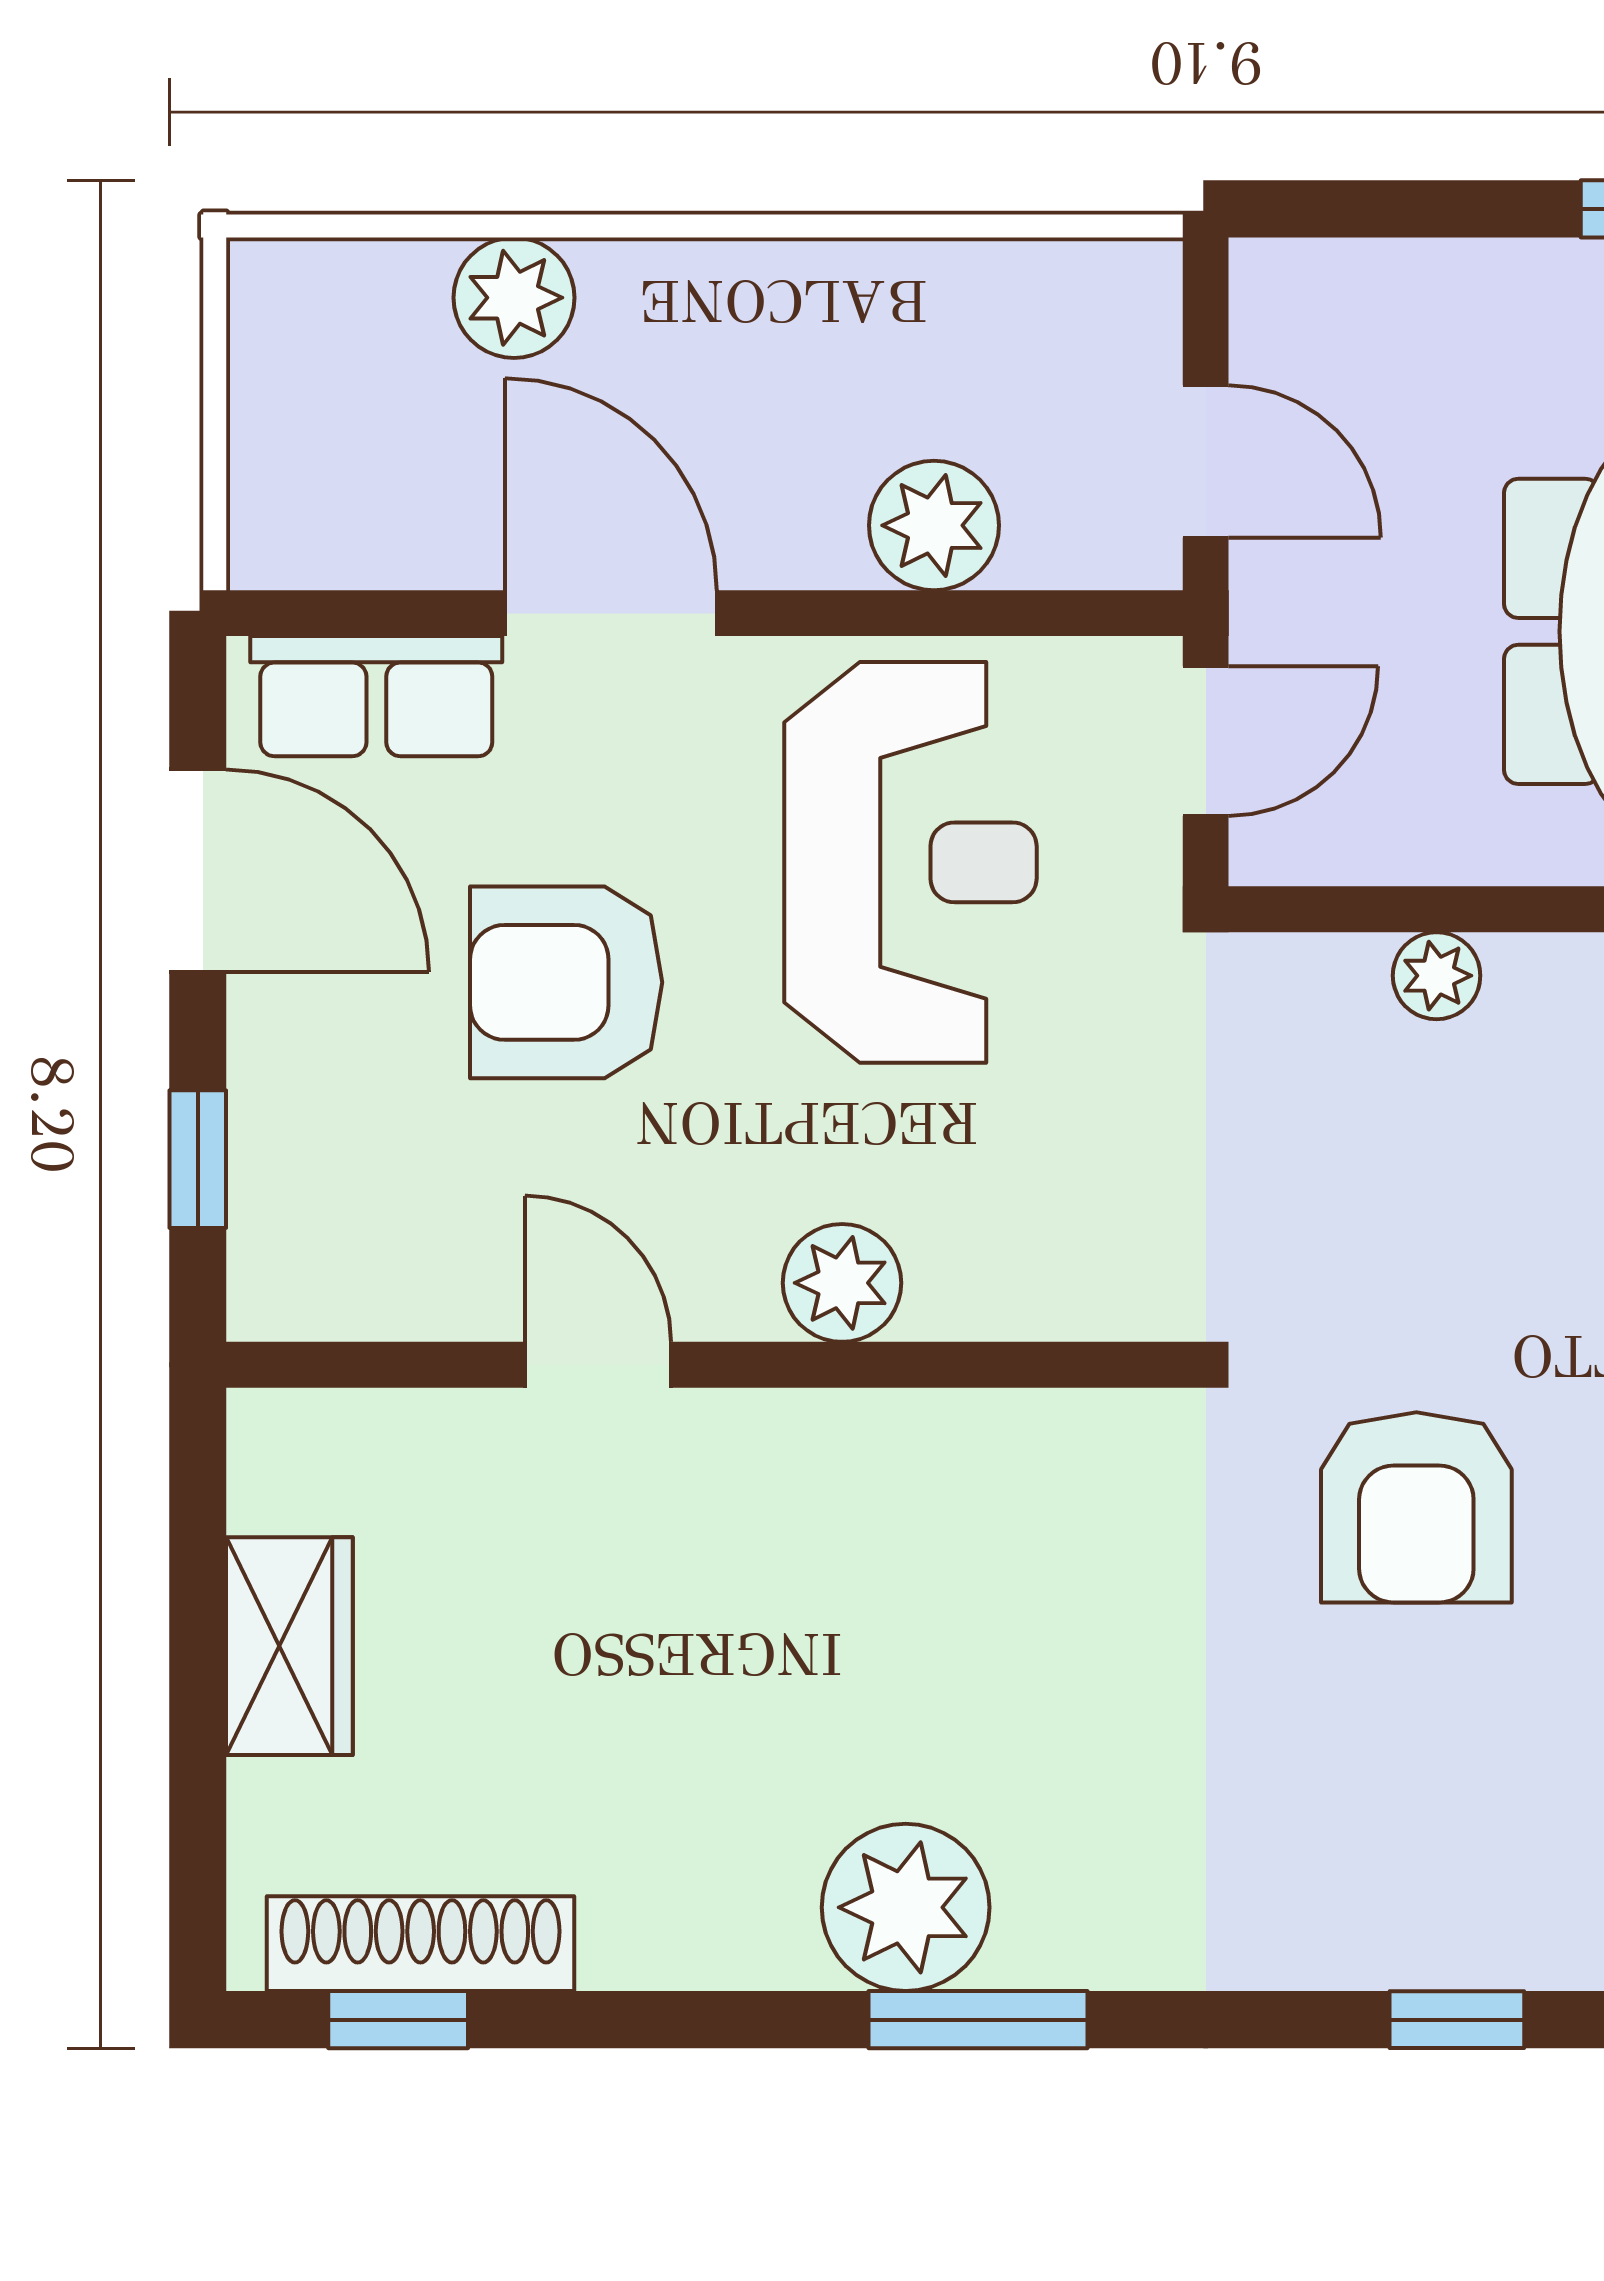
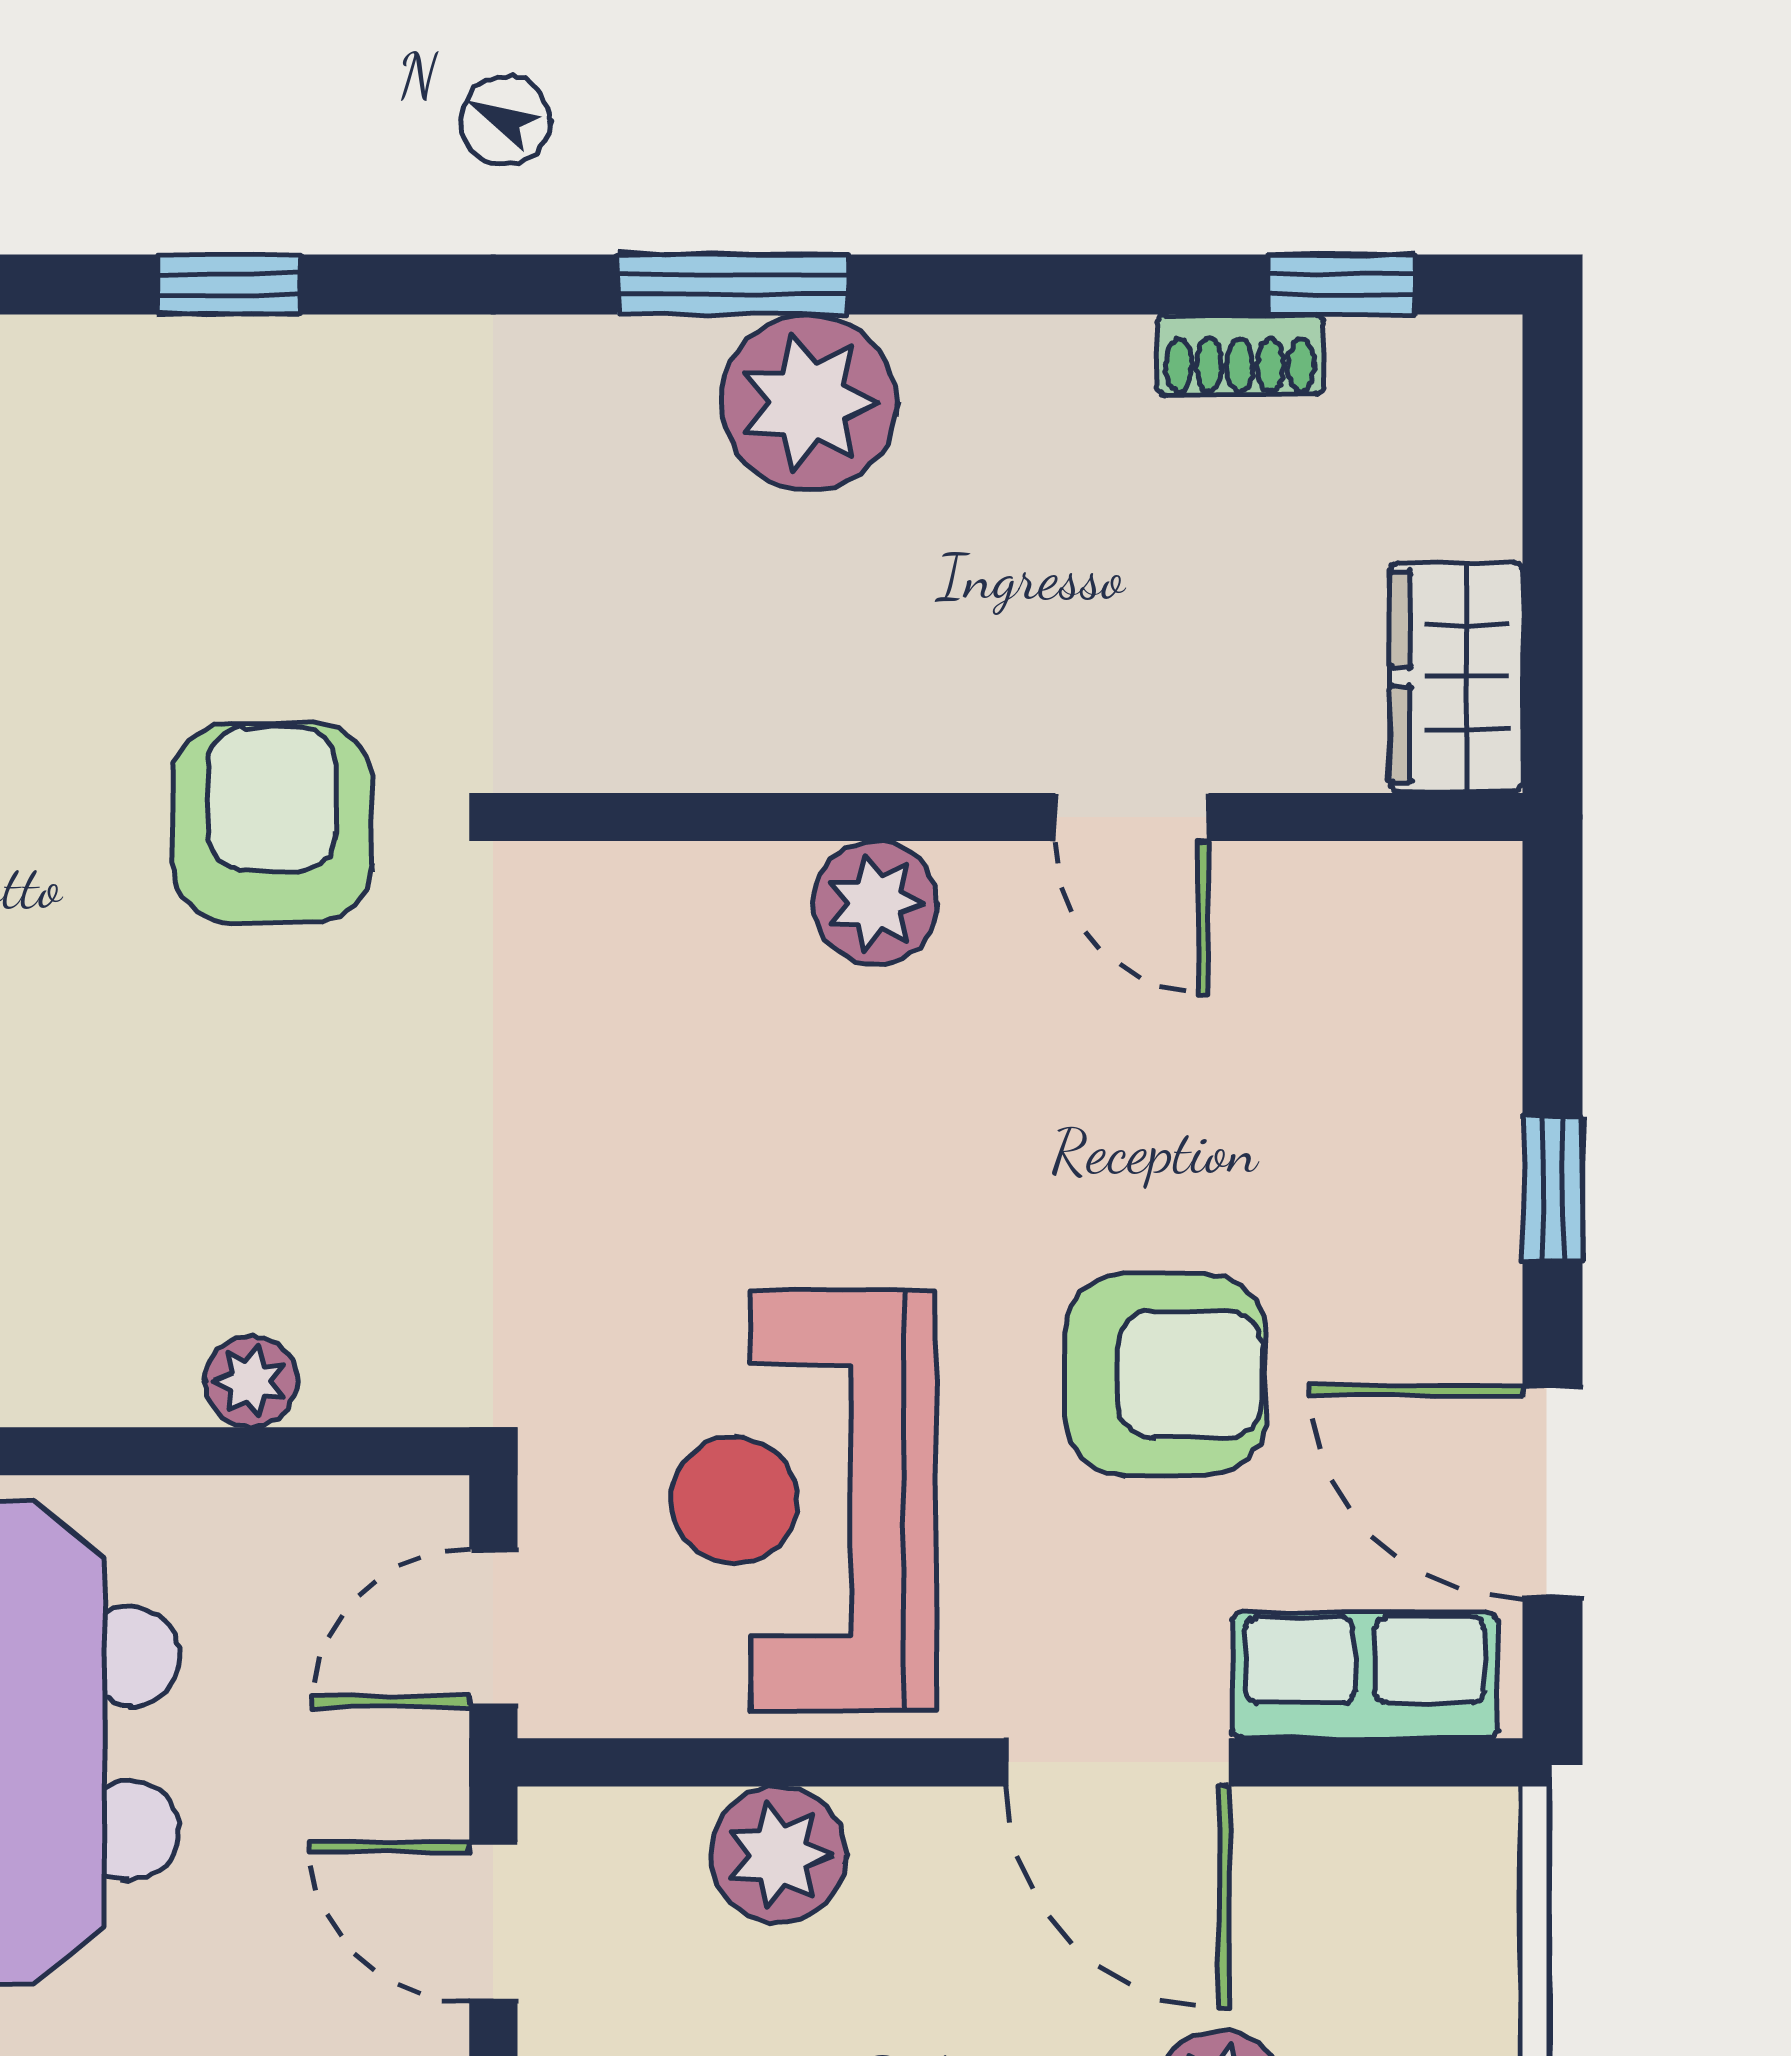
plant: (842, 1283) -> (875, 903), moved
door: (598, 1365) -> (1132, 817), moved
wall: (704, 1365) -> (1020, 817), moved
shoe rack: (421, 1944) -> (1240, 355), width x0.51, depth x0.81

